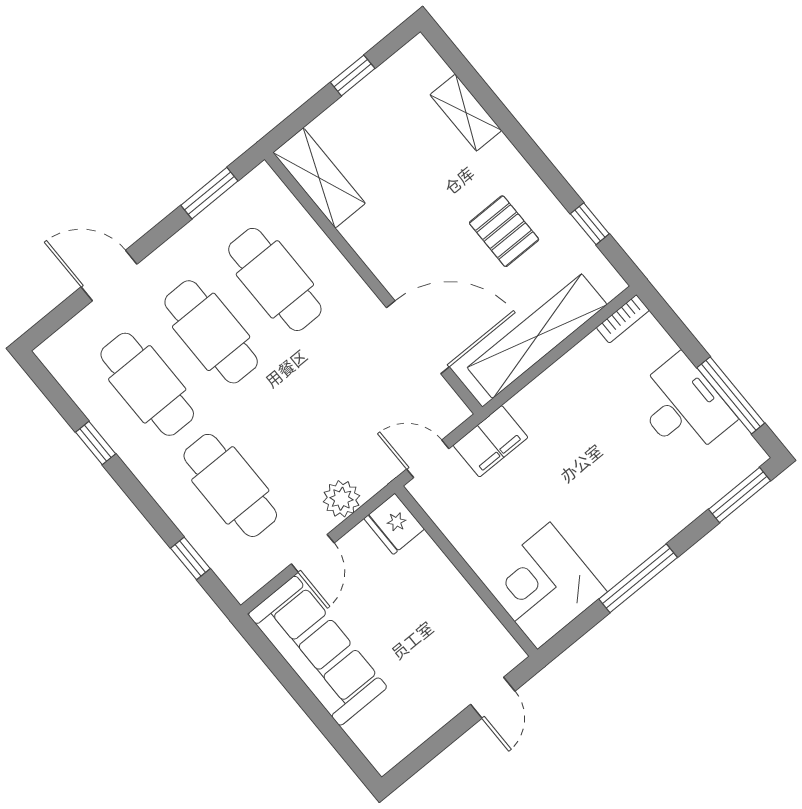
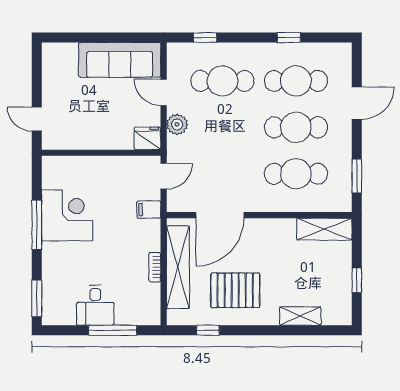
pallet: (504, 231) -> (235, 290), width x1.50, depth x1.42
bookcase: (623, 319) -> (155, 267), moved
window: (731, 395) -> (113, 330), moved
desk: (683, 407) -> (95, 305), width x0.73
filing cabinet: (490, 441) -> (149, 210), width x0.50
corner desk: (544, 586) -> (67, 215), moved

